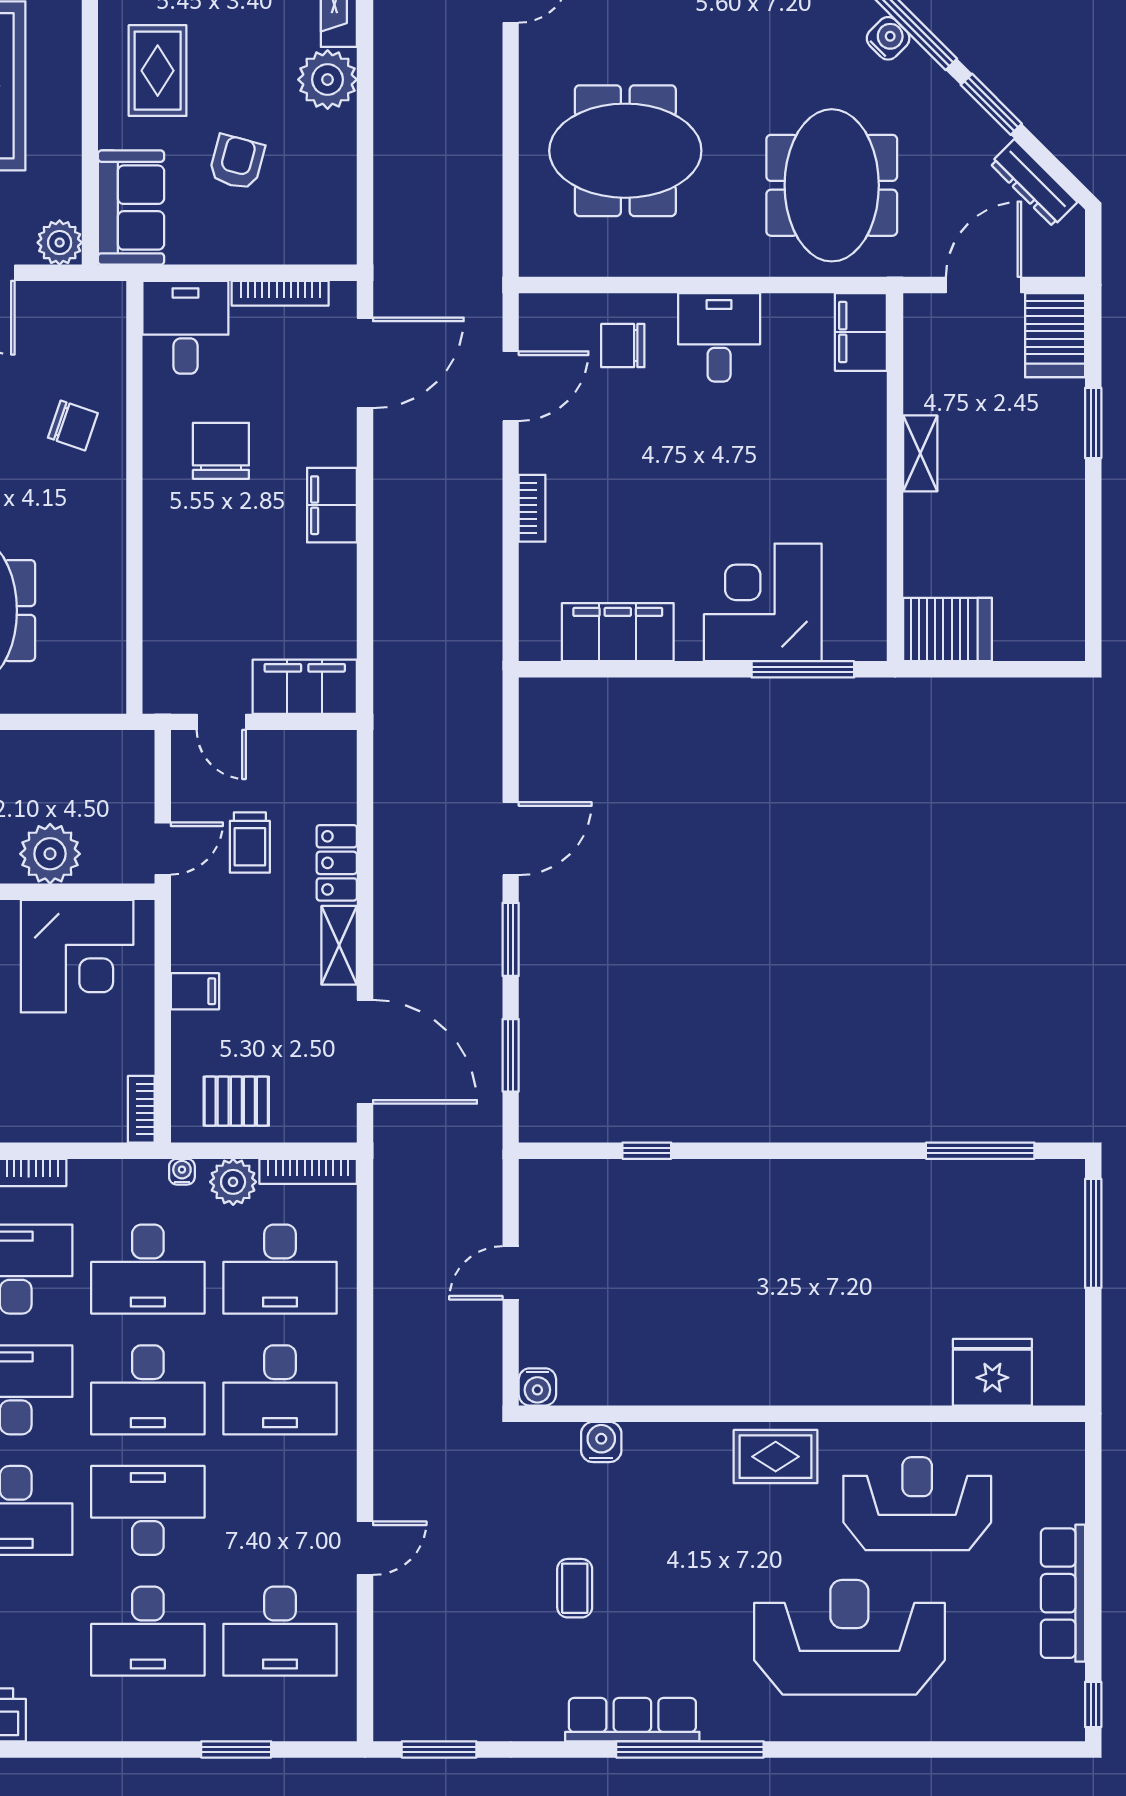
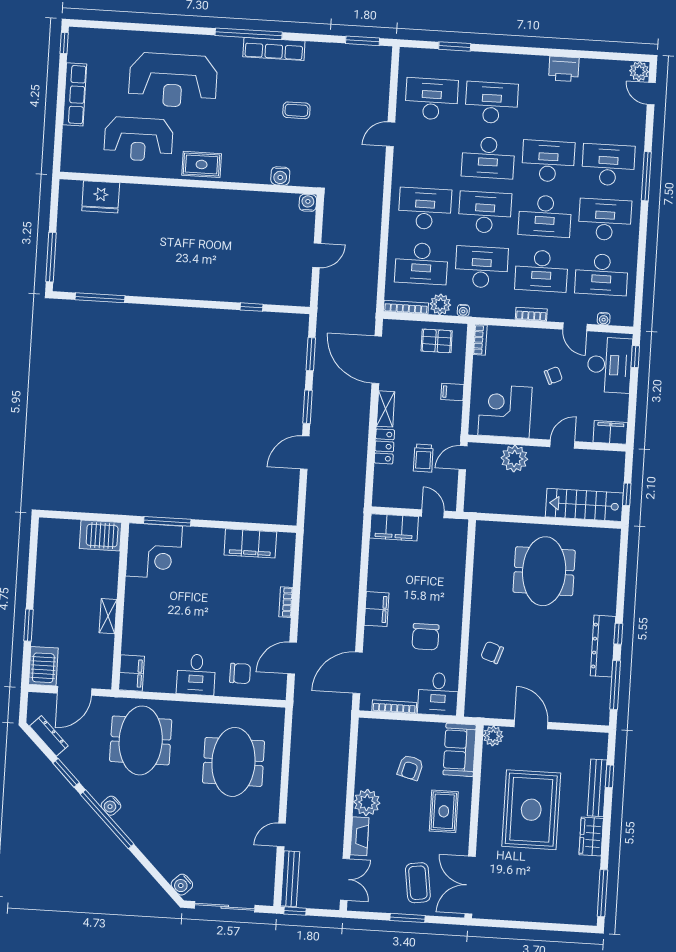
meeting table: (625, 151) -> (233, 762), turned 90
corner desk: (763, 602) -> (154, 551), moved
trolley: (250, 843) -> (423, 458), turned 180
desk: (280, 1269) -> (421, 263), turned 180
coffee table: (575, 1588) -> (296, 110), turned 90

